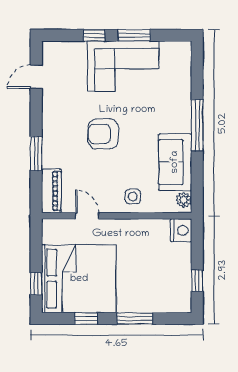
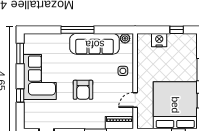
window: (134, 35) -> (20, 54), moved
sofa: (175, 162) -> (95, 44), width x1.36
nightstand: (181, 230) -> (159, 40), moved

